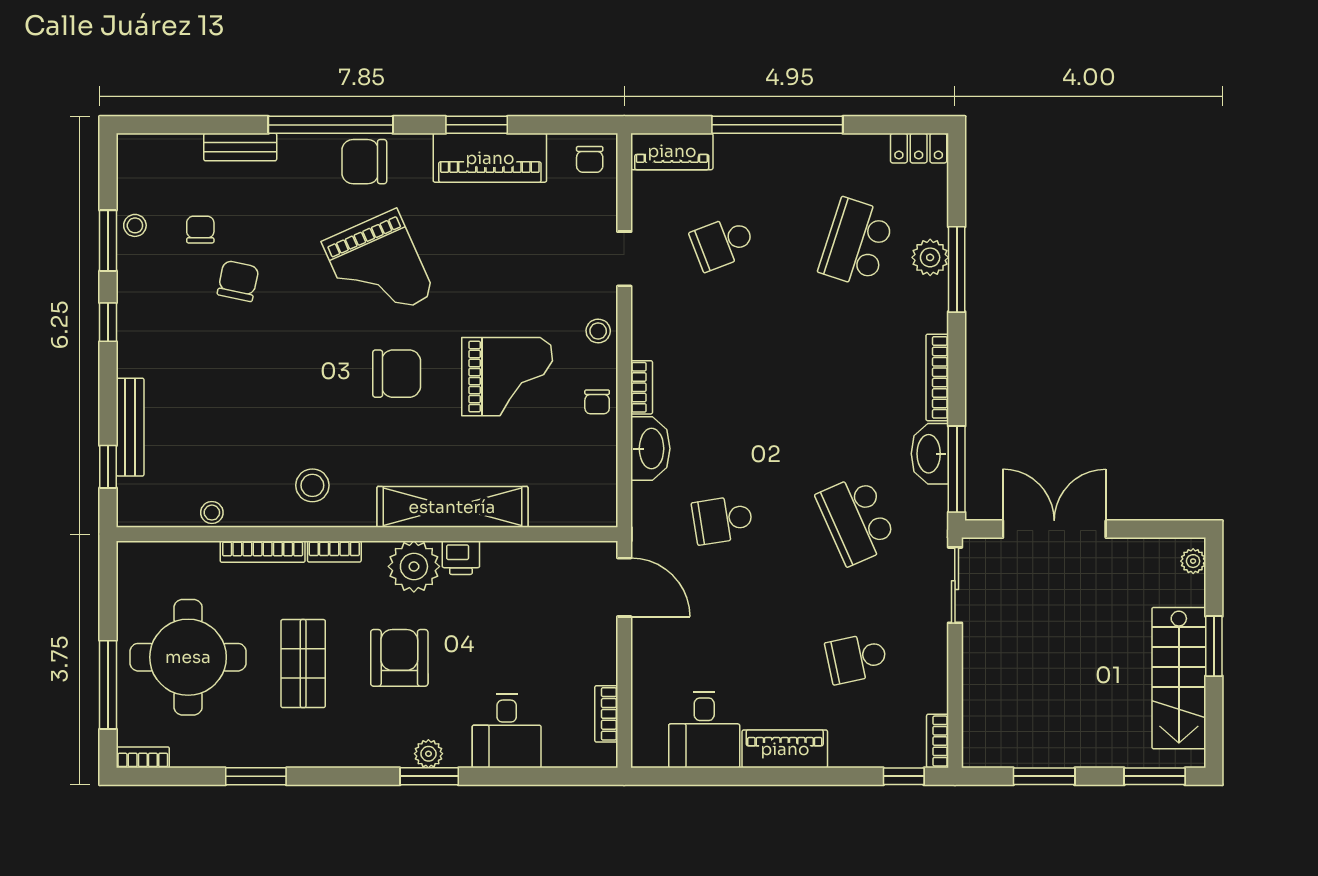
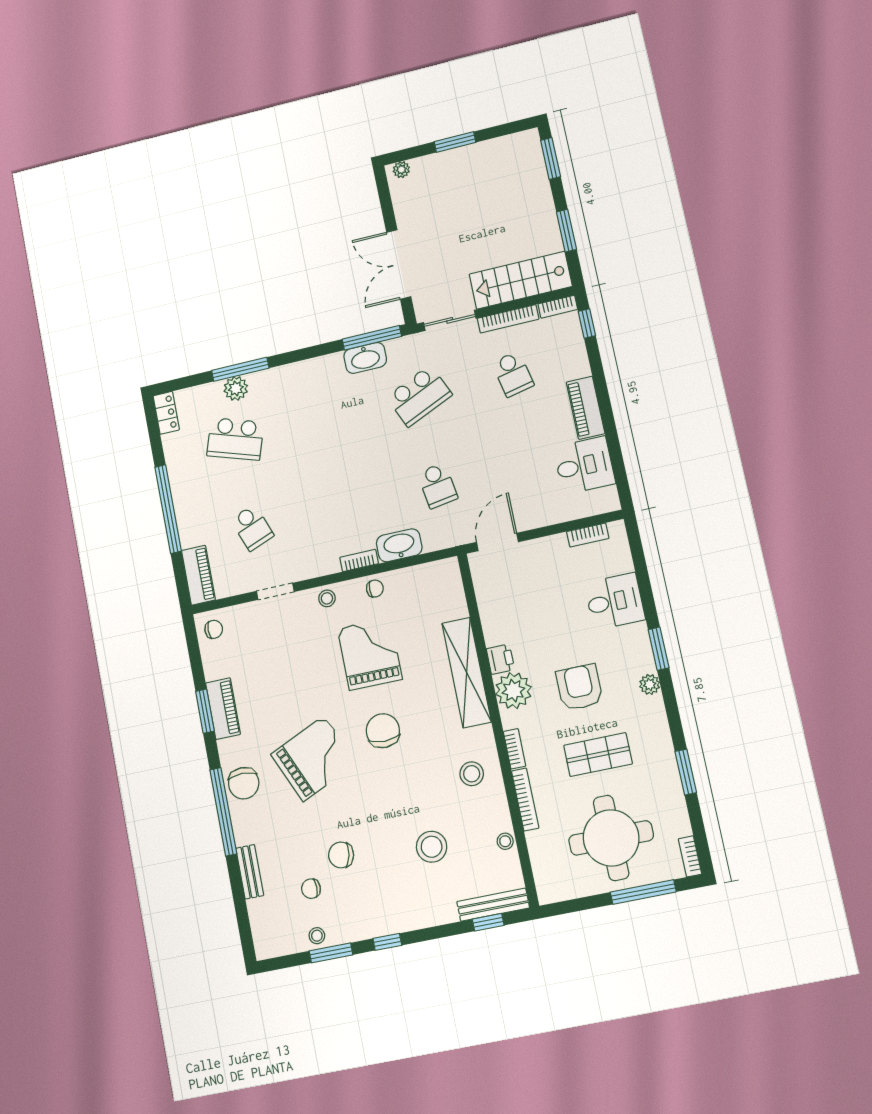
piano: (490, 158) -> (223, 709), width x0.73, depth x0.75
bookcase: (937, 377) -> (508, 319), moved
stool: (224, 410) -> (432, 847), added
bench: (130, 427) -> (493, 905), moved
armchair: (399, 658) -> (579, 687), turned 90
stairs: (1179, 678) -> (521, 280), moved, turned 180
plant: (428, 754) -> (650, 684), moved

